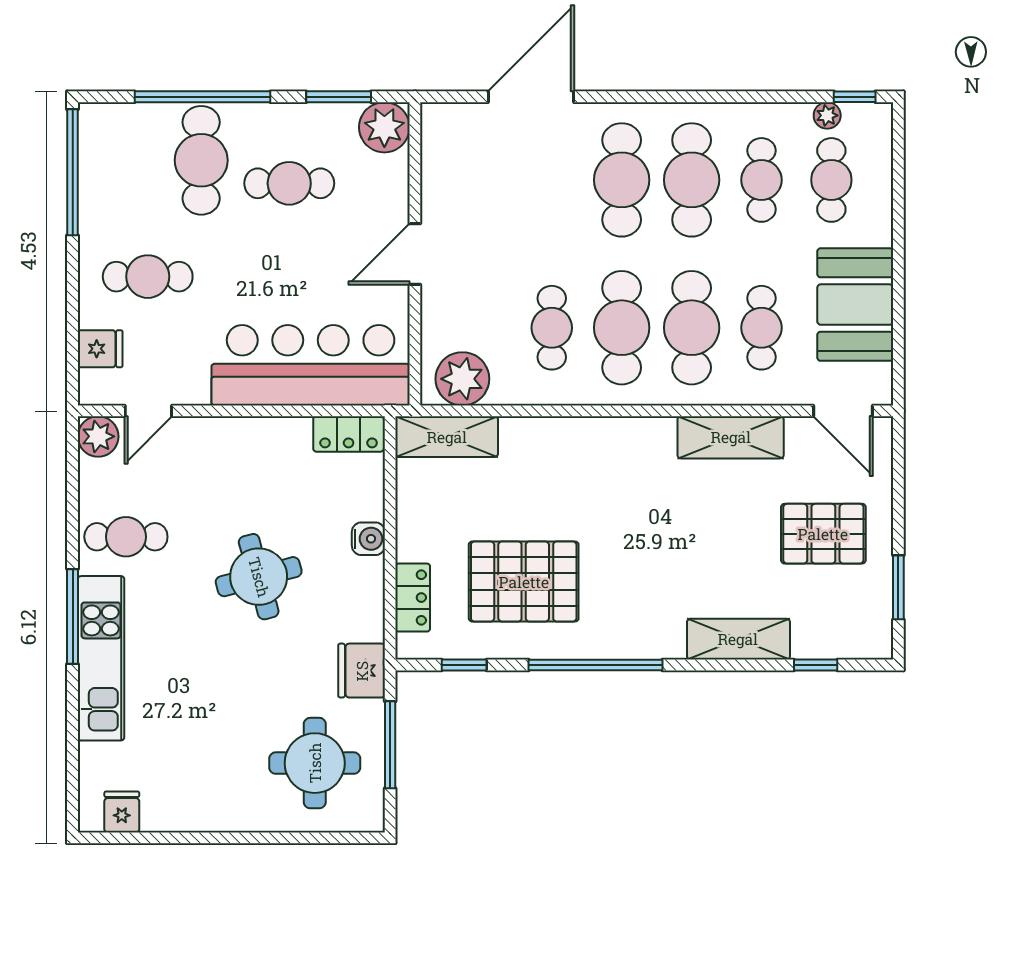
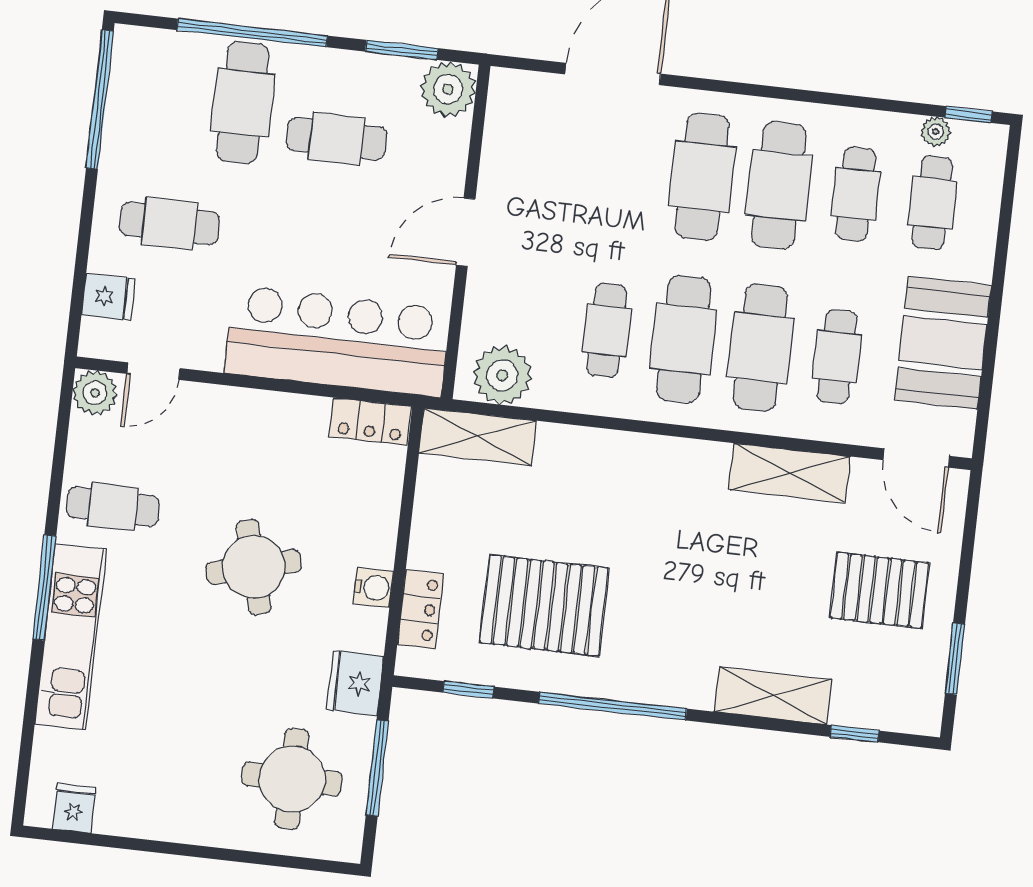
water cooler: (368, 539) -> (373, 588), moved

